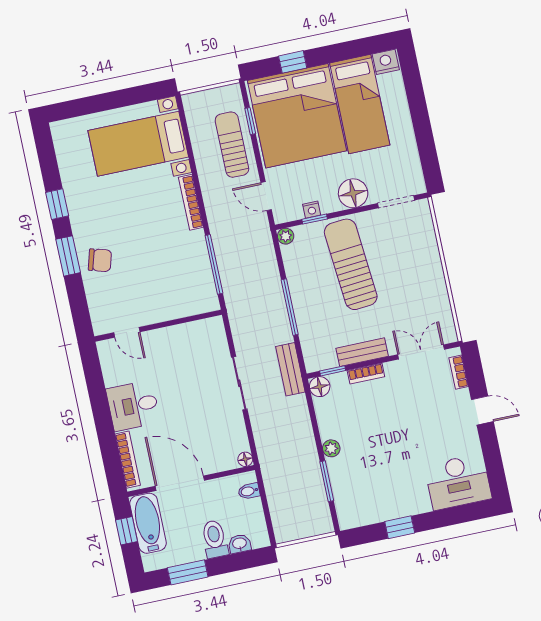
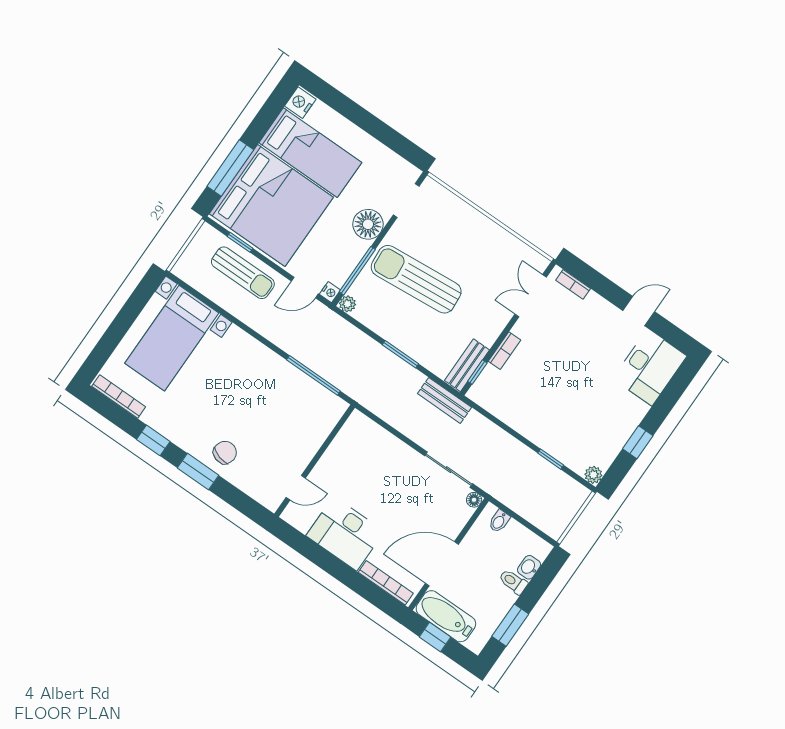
window: (293, 62) -> (230, 168), width x2.17
sun lounger: (232, 145) -> (243, 273), turned 180
bookcase: (191, 202) -> (119, 397), moved, turned 180
nightstand: (312, 210) -> (330, 292), moved
window: (315, 219) -> (357, 271), width x2.17
window: (290, 307) -> (400, 354), width x0.69
bench: (362, 352) -> (467, 365), moved
sliding door: (239, 383) -> (449, 470), moved
floor lamp: (320, 387) -> (479, 393), removed
desk: (133, 406) -> (345, 534), width x1.37
door: (482, 410) -> (639, 311), moved
plant: (331, 448) -> (593, 475), moved
window: (327, 481) -> (551, 459), width x0.67
toilet: (215, 539) -> (513, 582), width x0.73, depth x0.72

